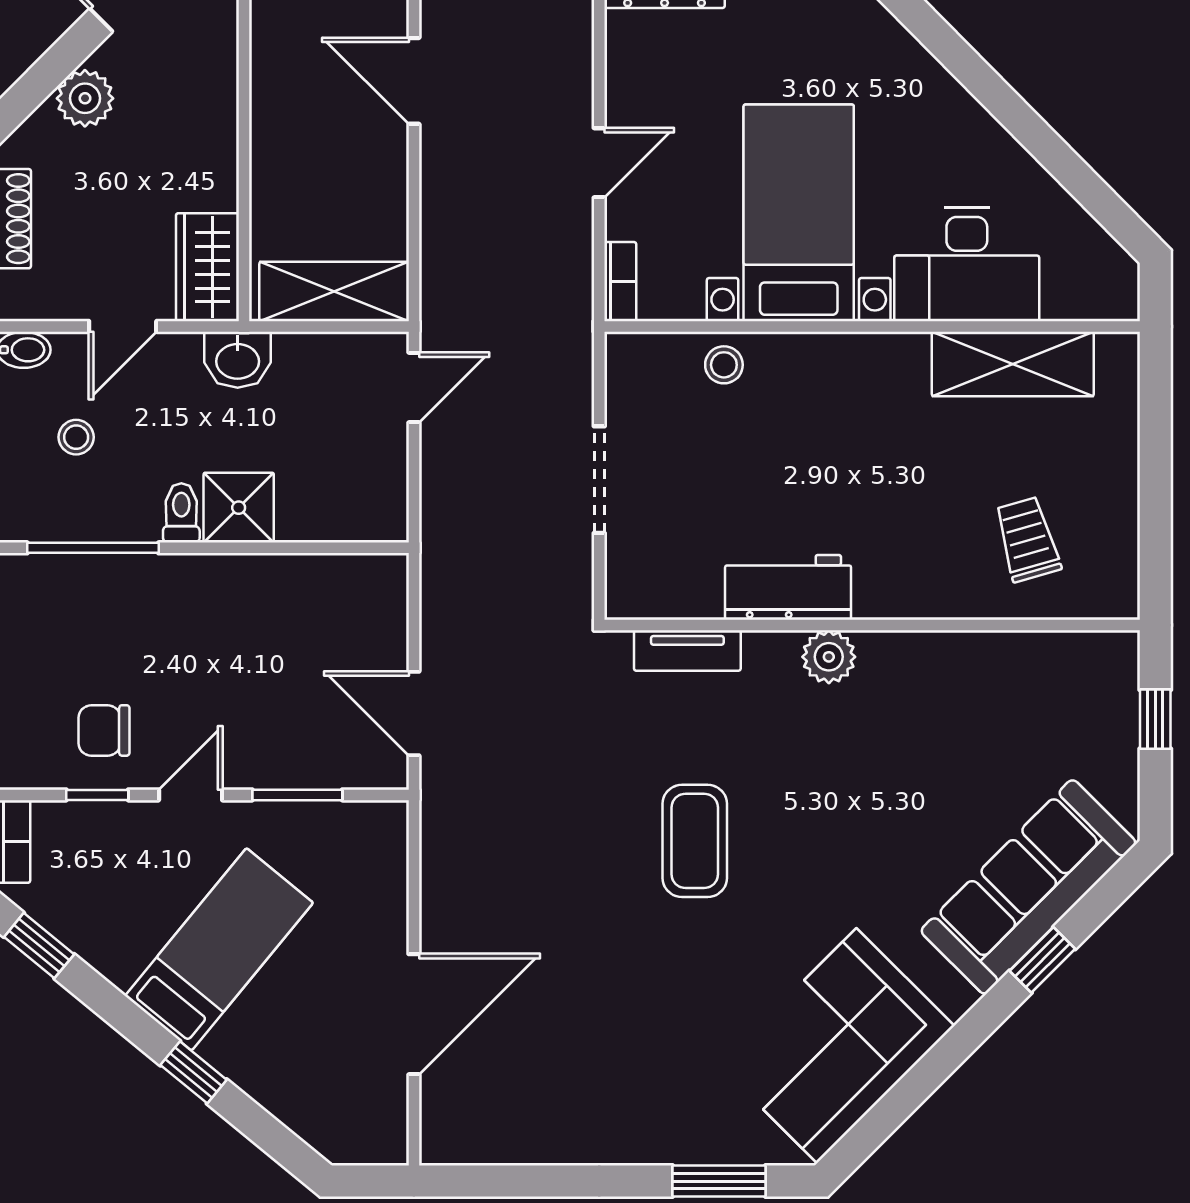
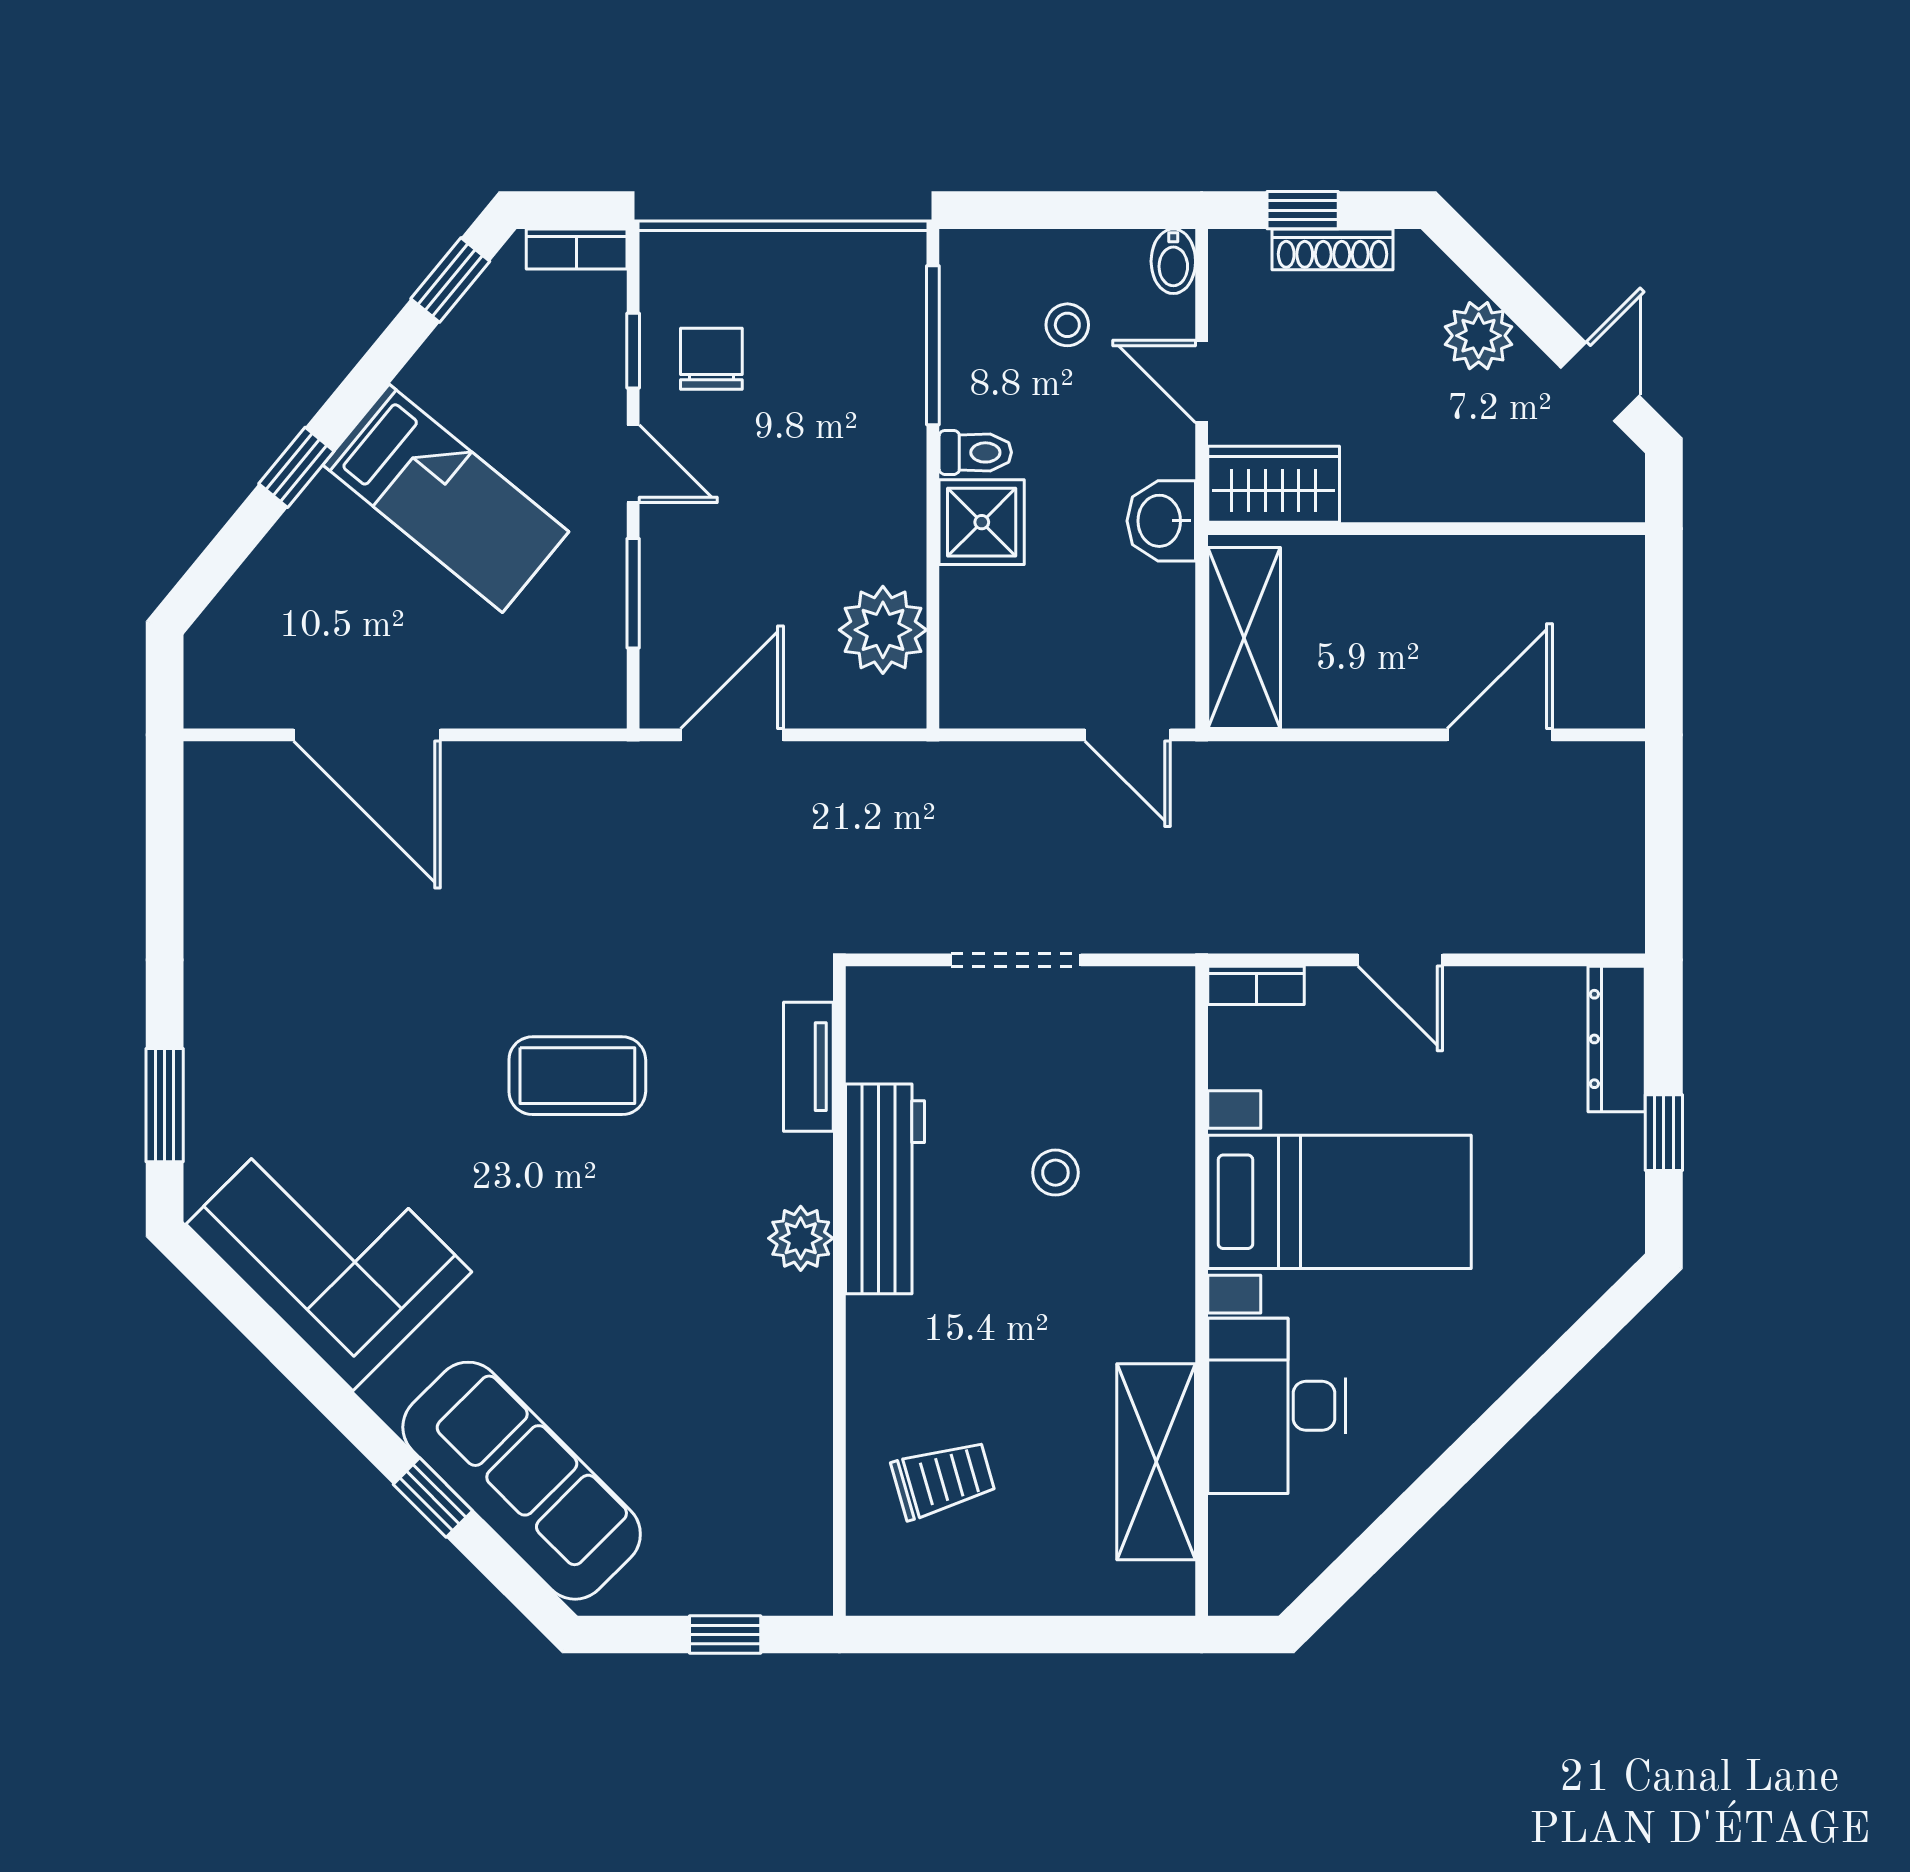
stool: (724, 365) -> (1055, 1173), moved
workbench: (788, 587) -> (885, 1189), width x1.38
plant: (327, 589) -> (883, 630), added

